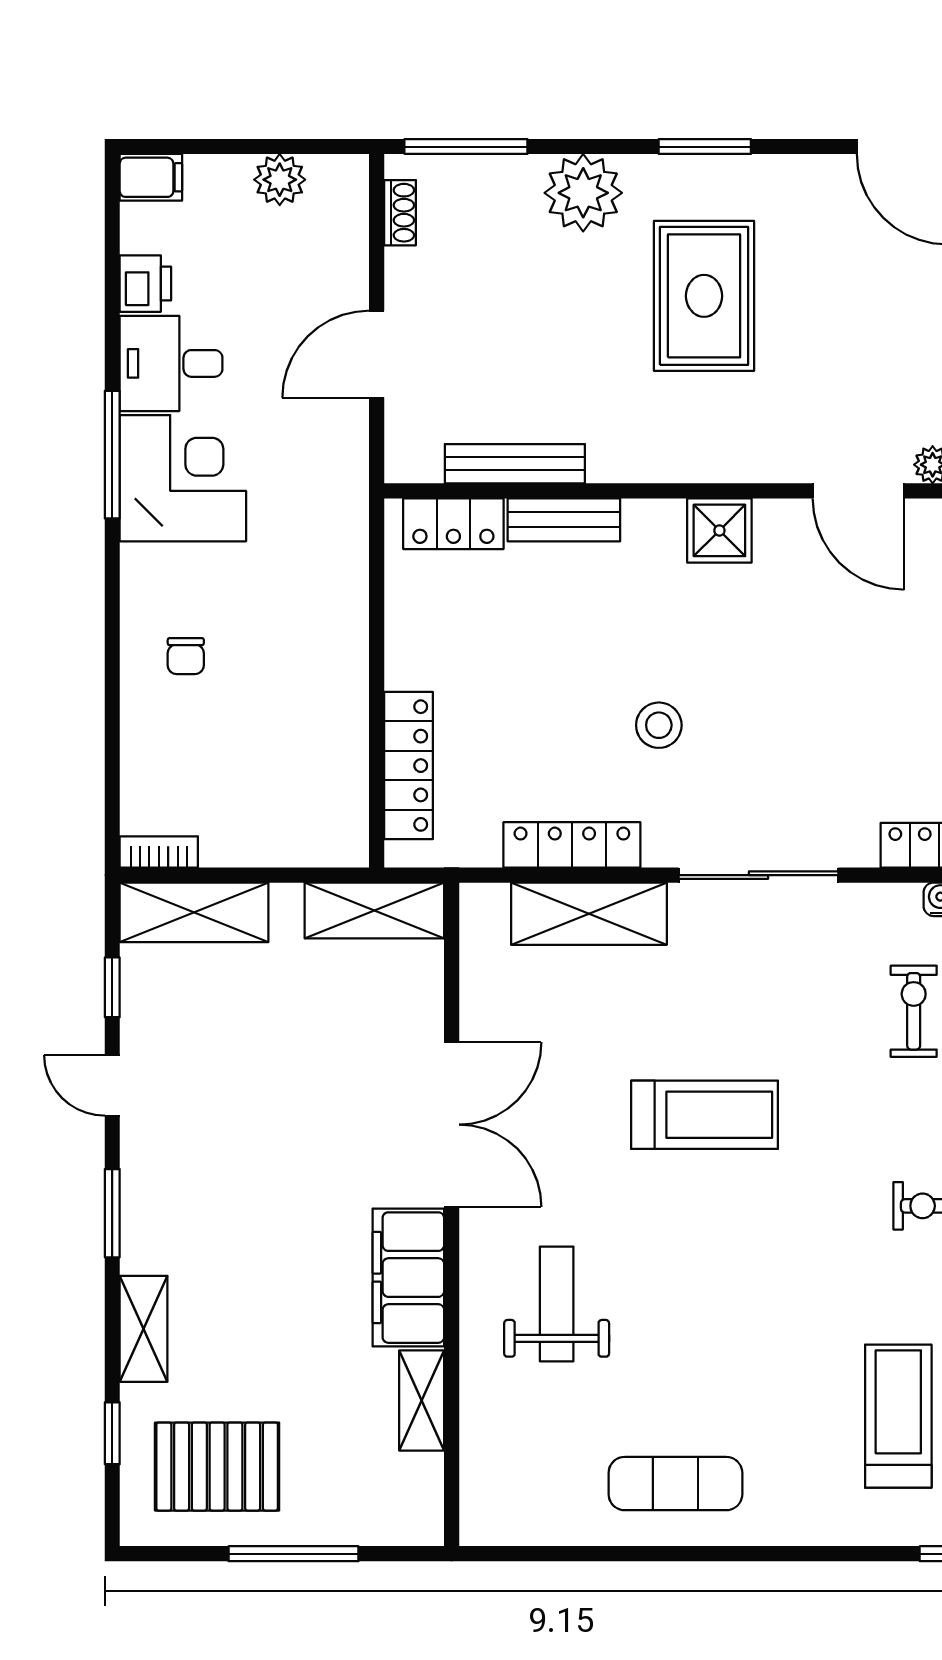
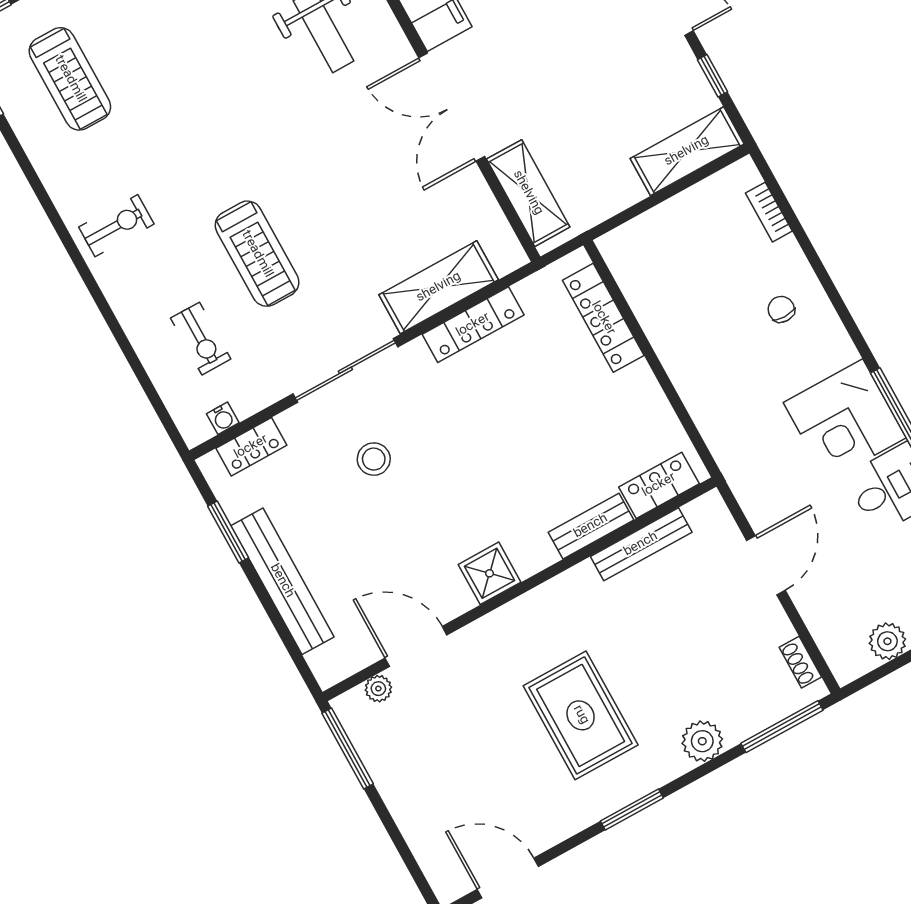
plant: (583, 193) -> (702, 741), width x0.73, depth x0.73
stool: (659, 725) -> (374, 459), moved
bookcase: (159, 852) -> (769, 212), moved, turned 90
shelving: (374, 910) -> (528, 193), moved, turned 90
treadmill: (705, 1115) -> (257, 254), moved, turned -90

